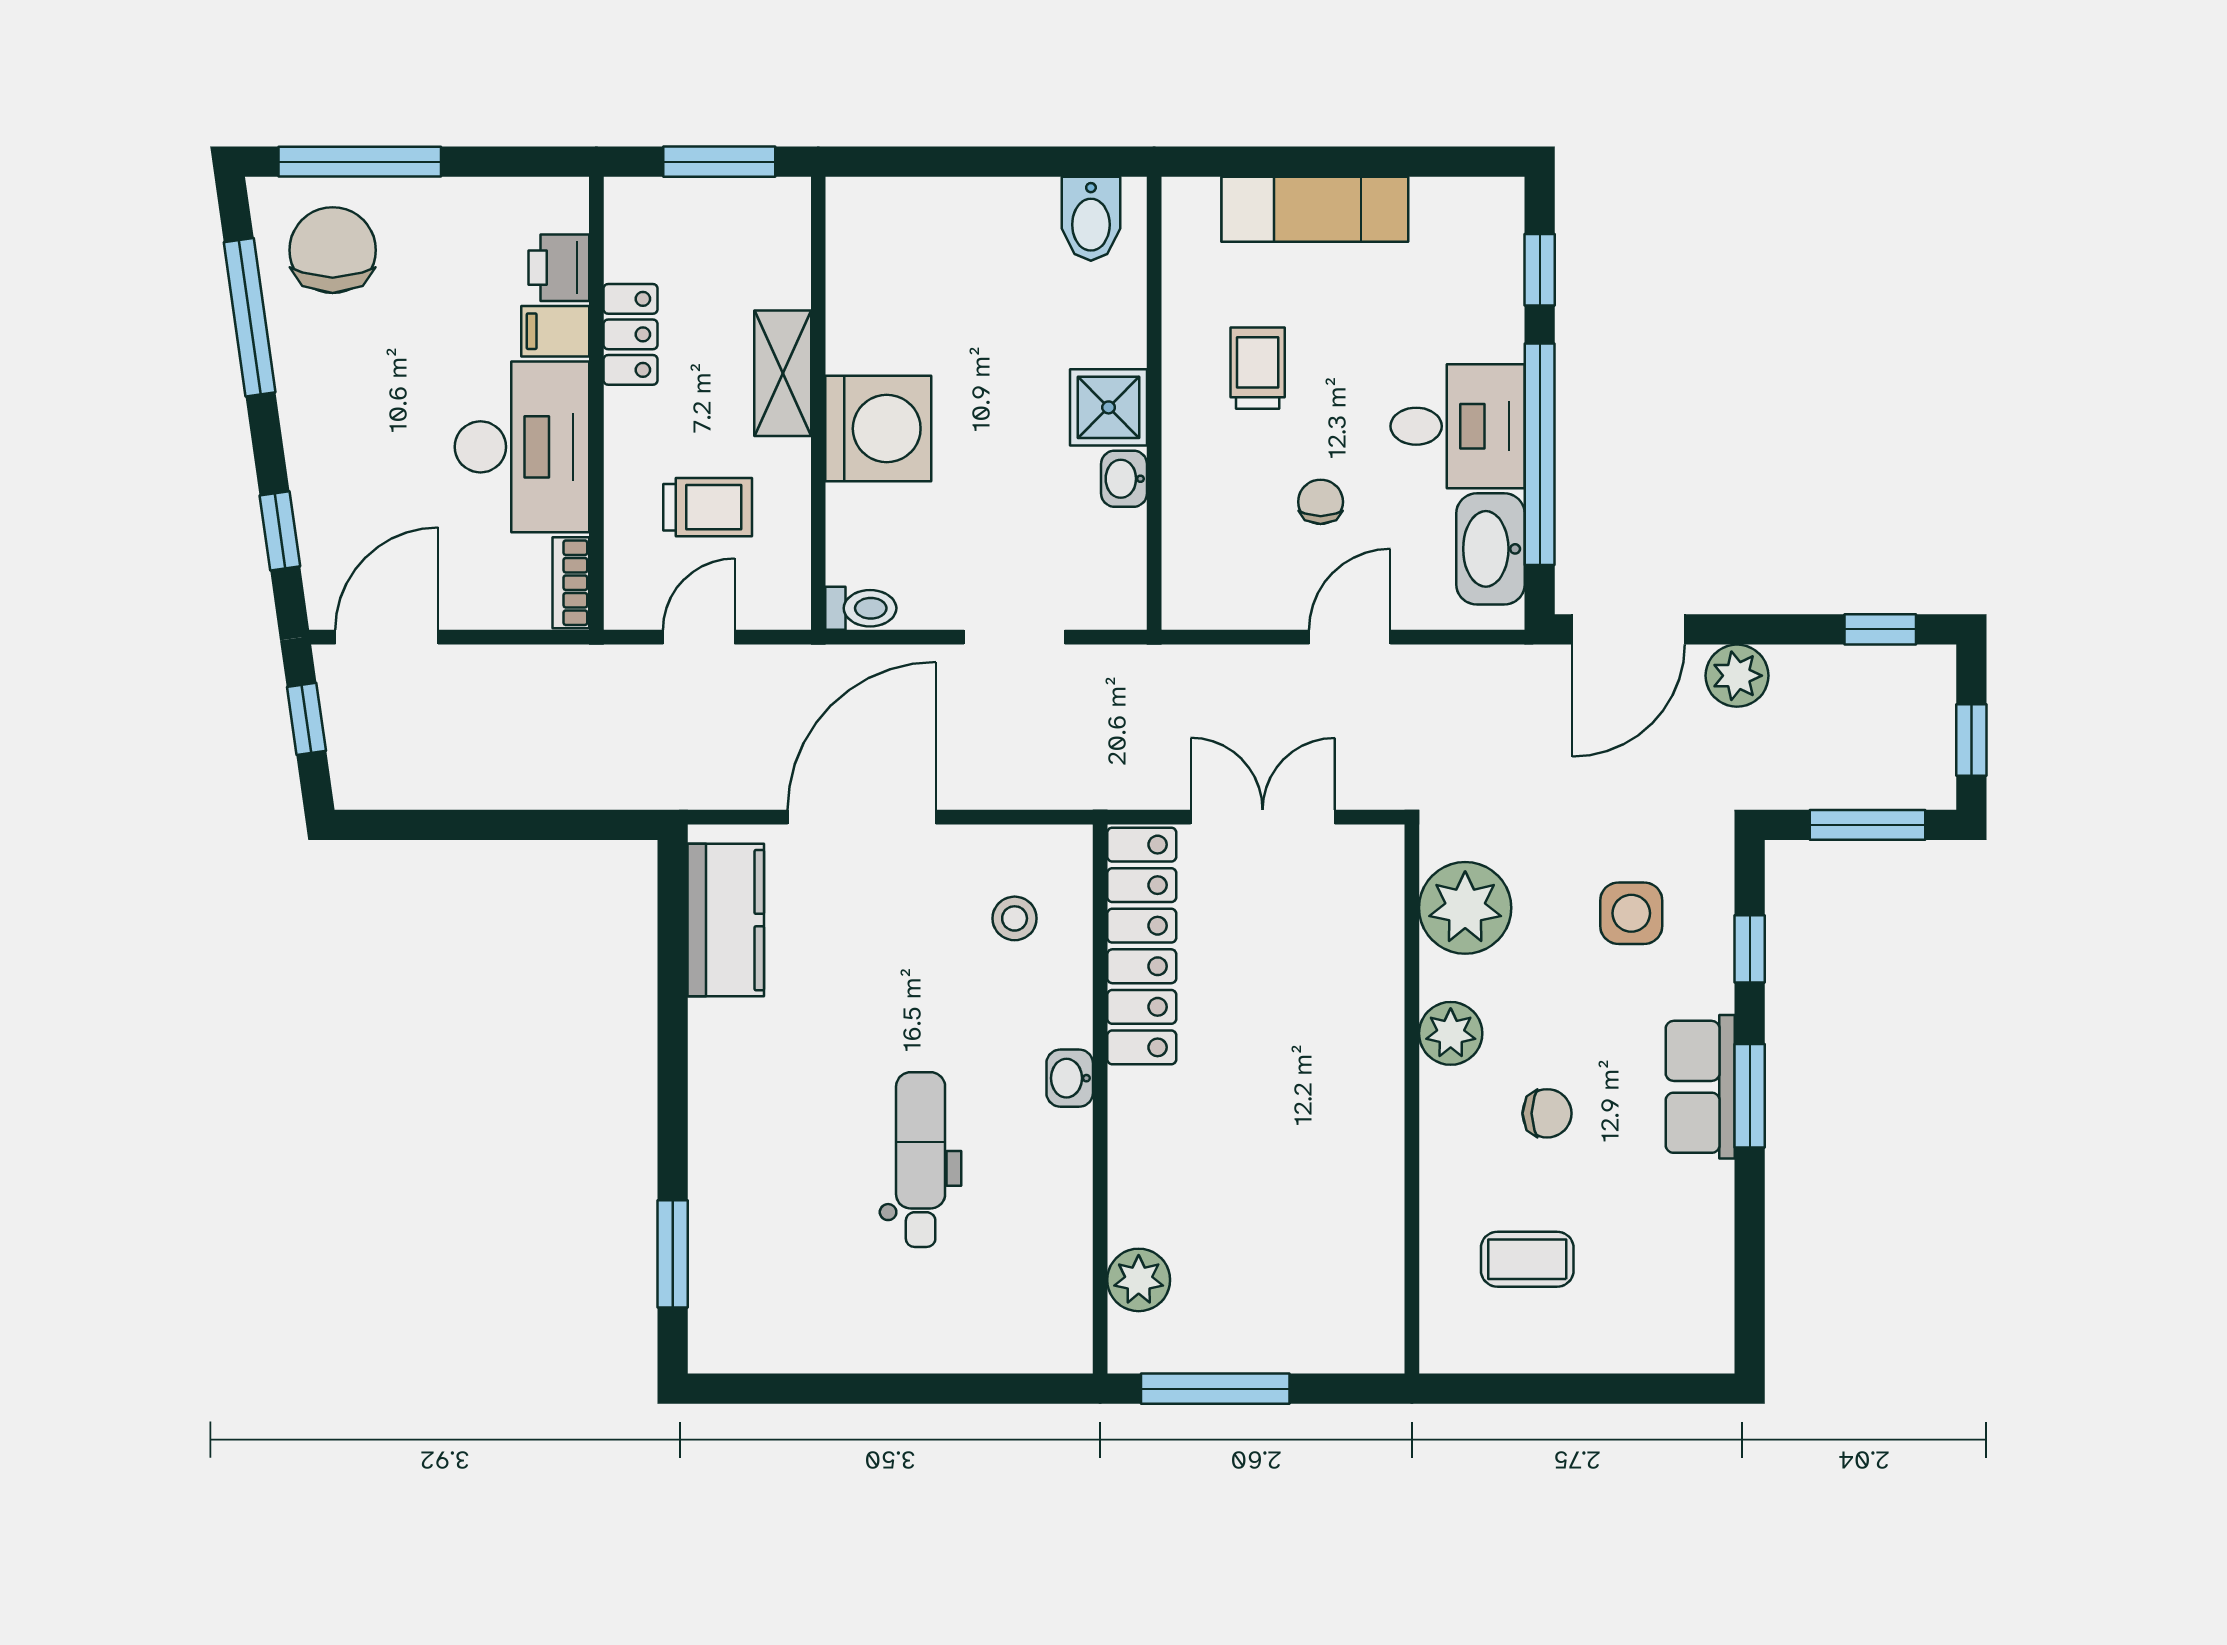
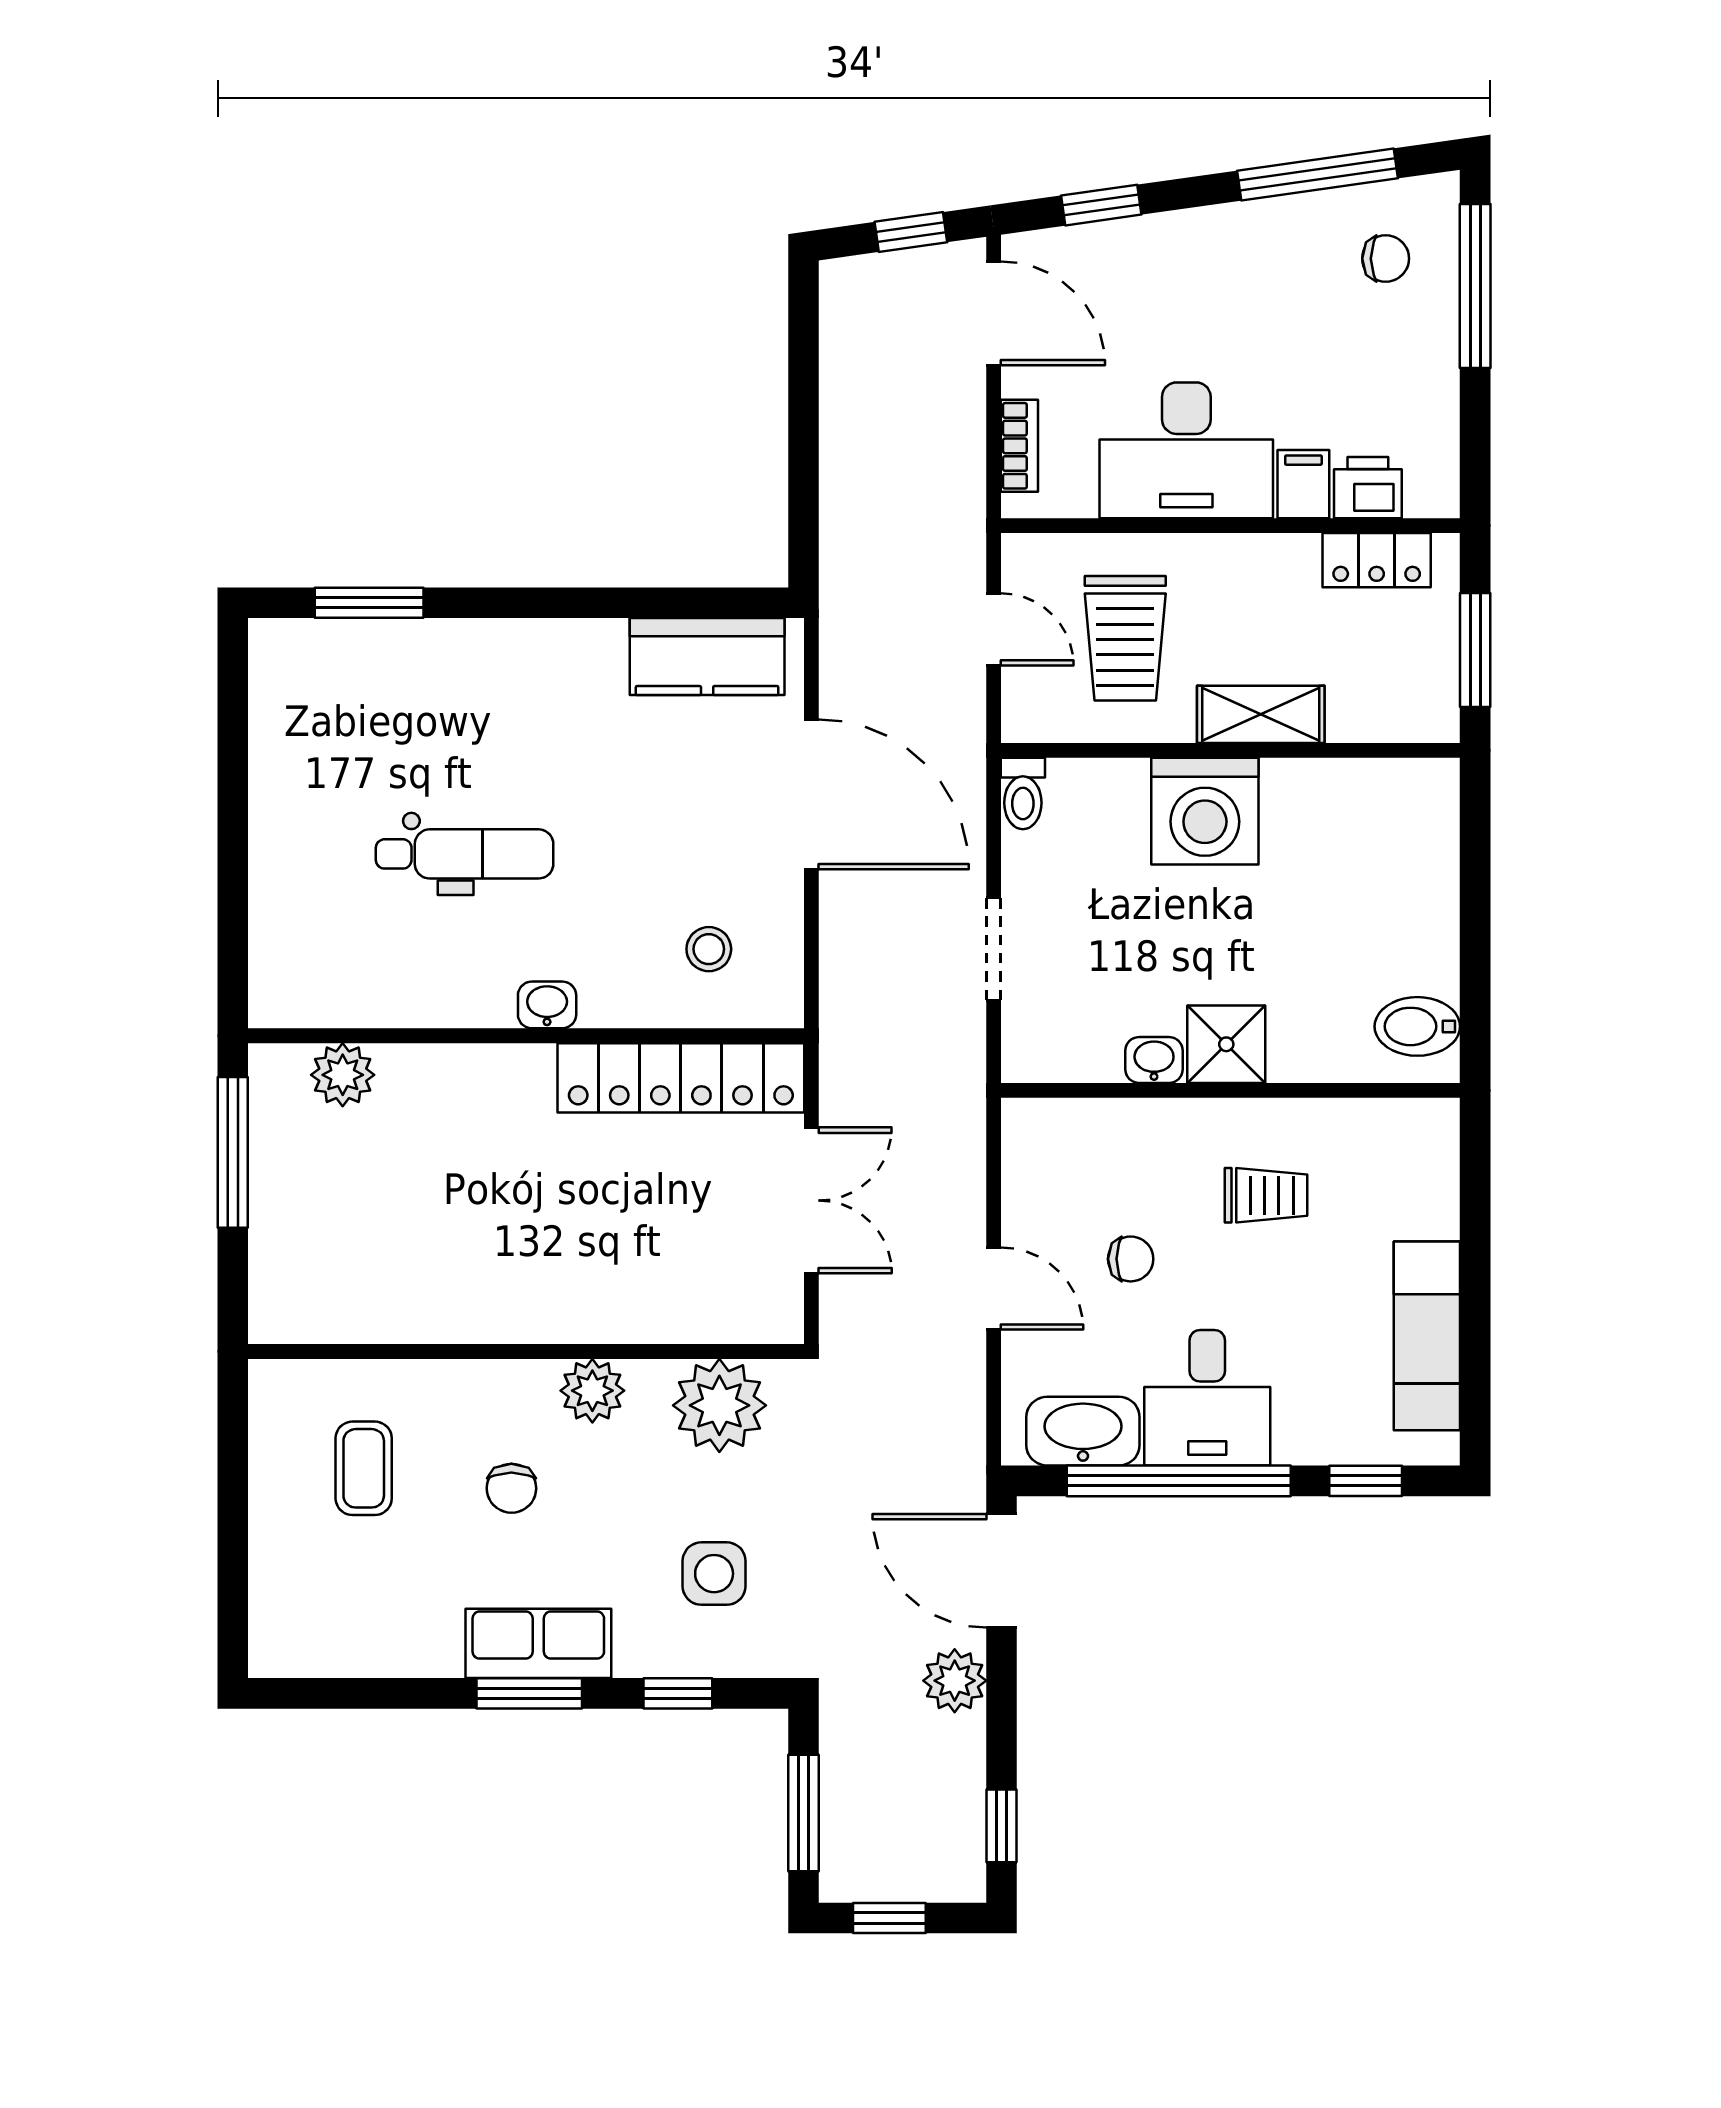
exam couch: (1315, 209) -> (1427, 1336), moved
chair: (333, 250) -> (1386, 259), width x0.54, depth x0.54
locker: (630, 334) -> (1377, 560), moved
trolley: (708, 507) -> (1125, 638), width x1.36, depth x1.39
bookcase: (571, 583) -> (1019, 446), moved, turned 90

